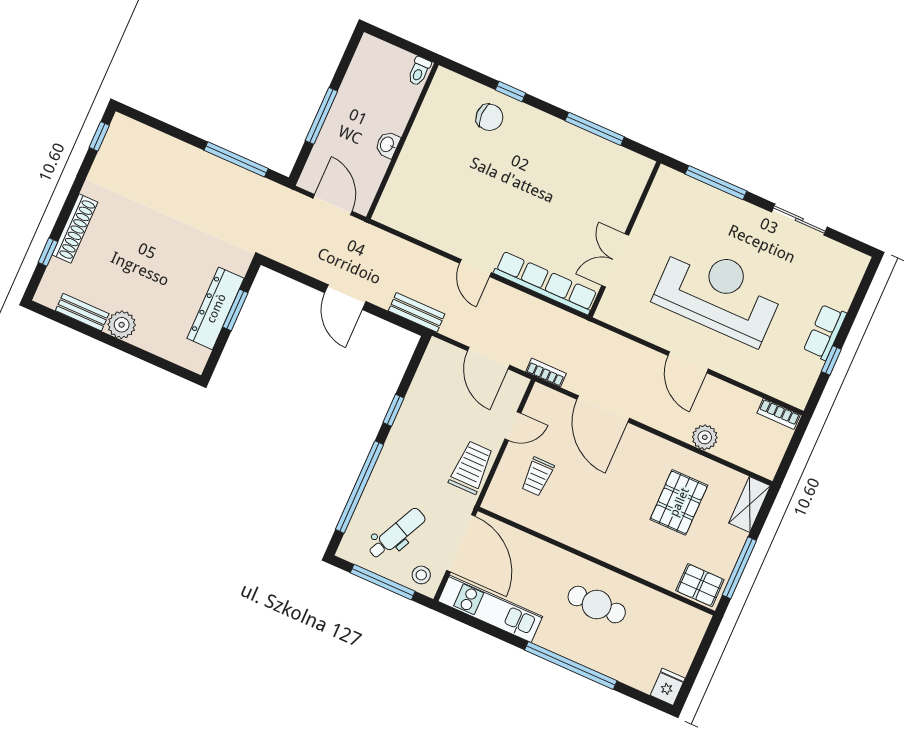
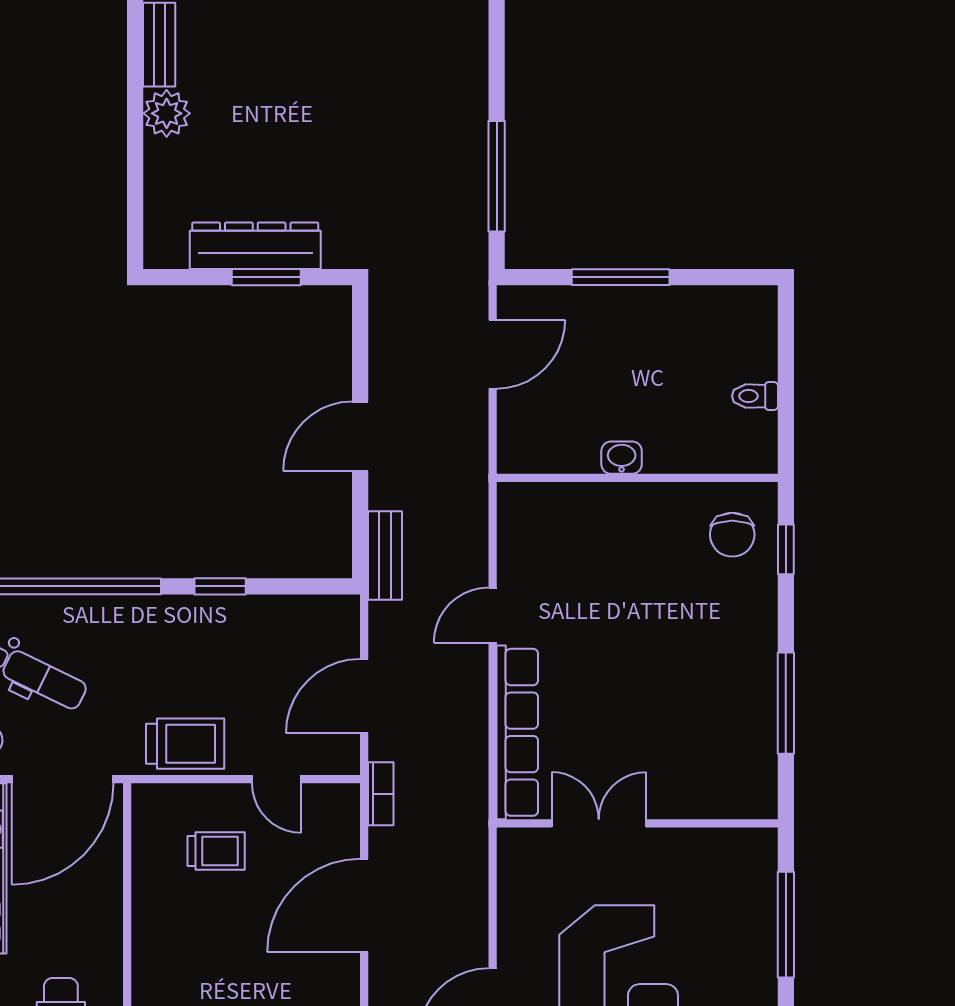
wall: (402, 141) -> (637, 478), moved
washbasin: (387, 145) -> (622, 458), moved
trolley: (537, 477) -> (216, 851), turned 180

